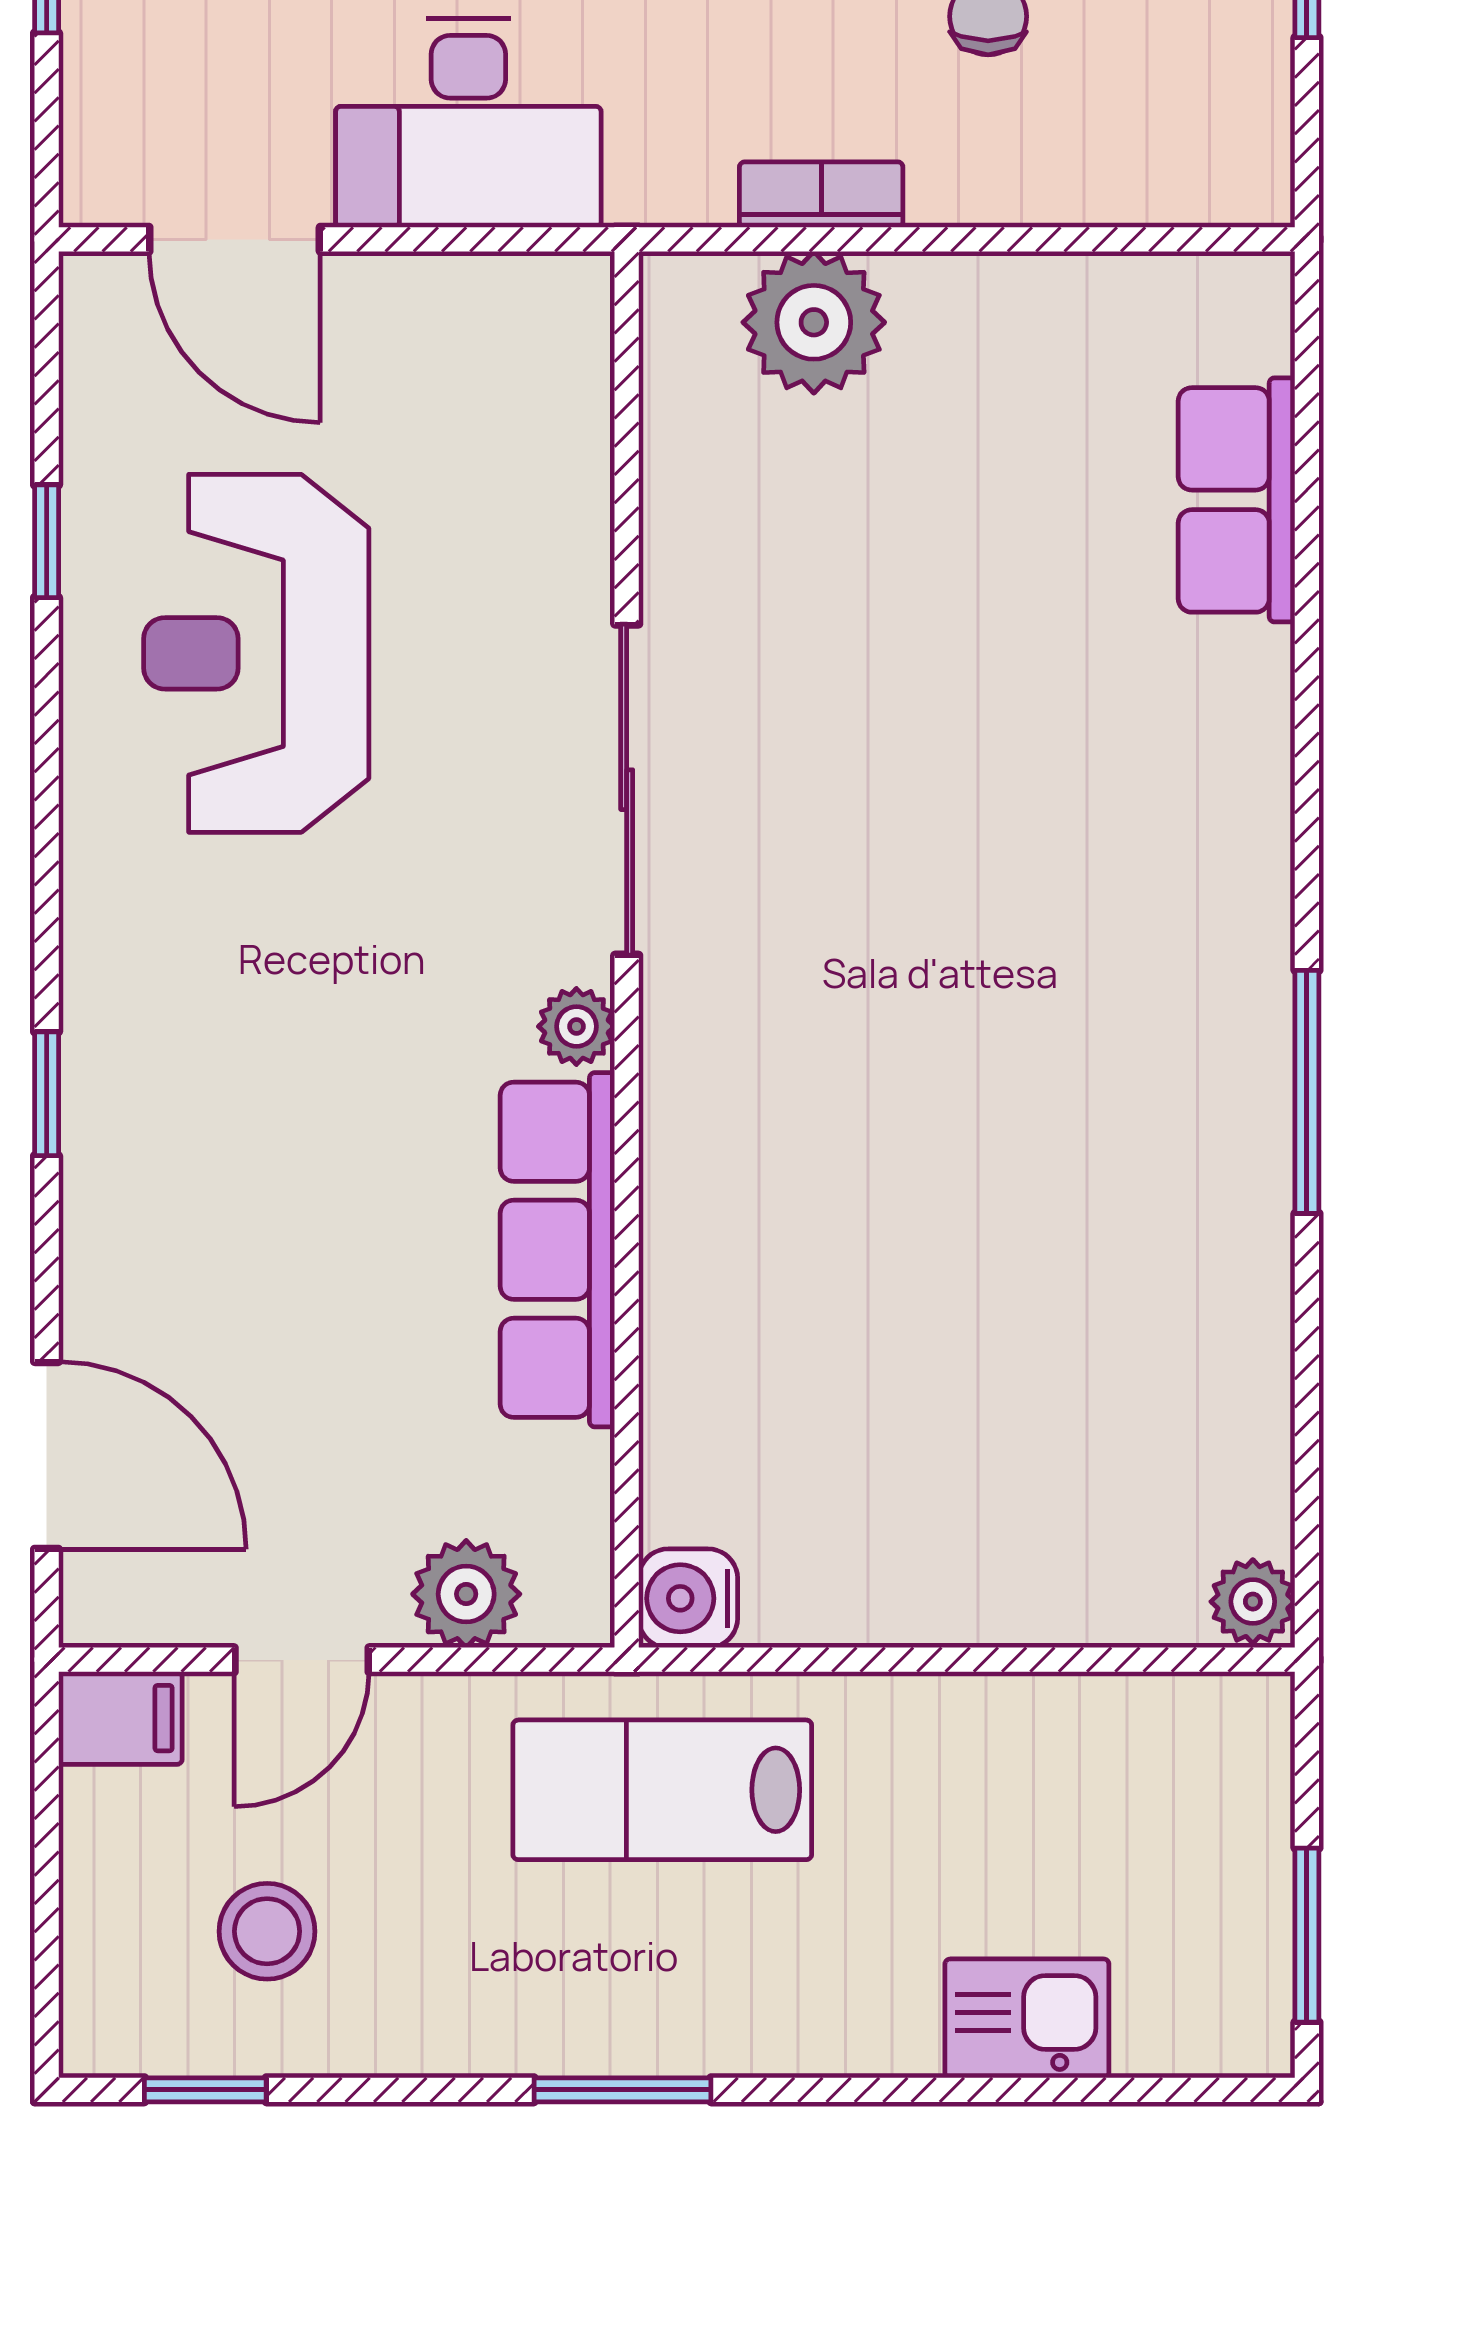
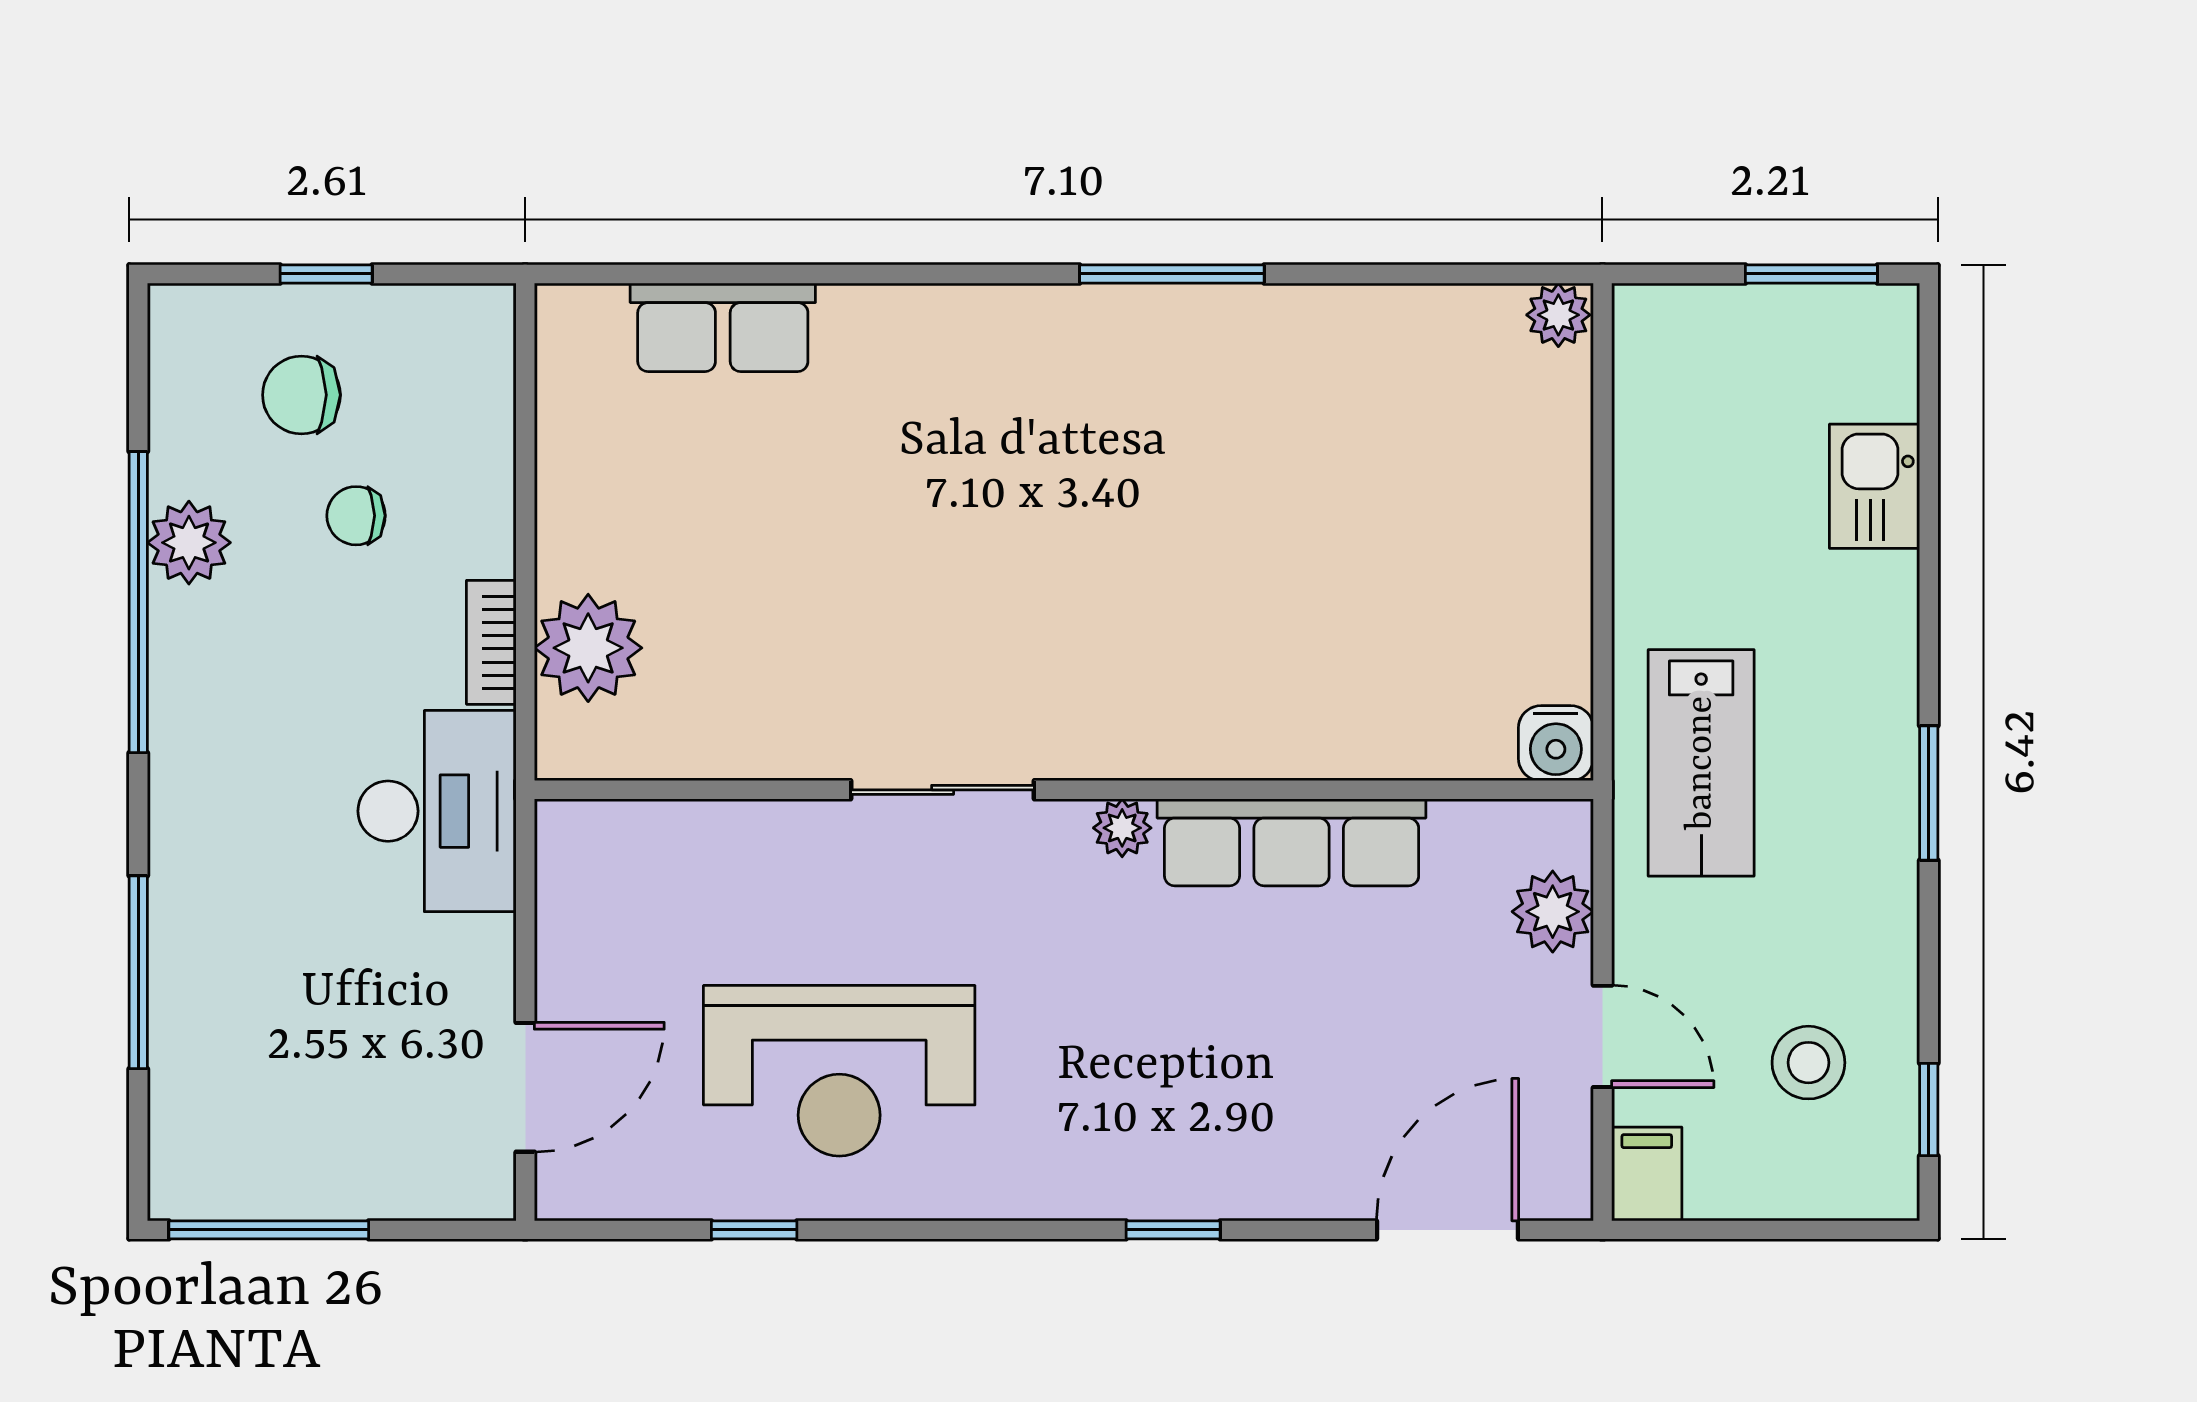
desk: (468, 123) -> (437, 811), moved
sliding door: (627, 790) -> (943, 790), width x0.73

